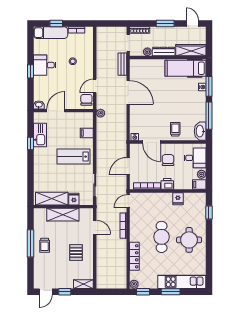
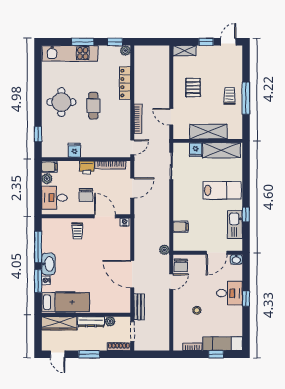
desk: (45, 65) -> (229, 293), moved
washbasin: (200, 131) -> (48, 264), moved
lab bench: (73, 157) -> (222, 190), moved
cafe table: (162, 237) -> (93, 106), width x0.73, depth x0.74

